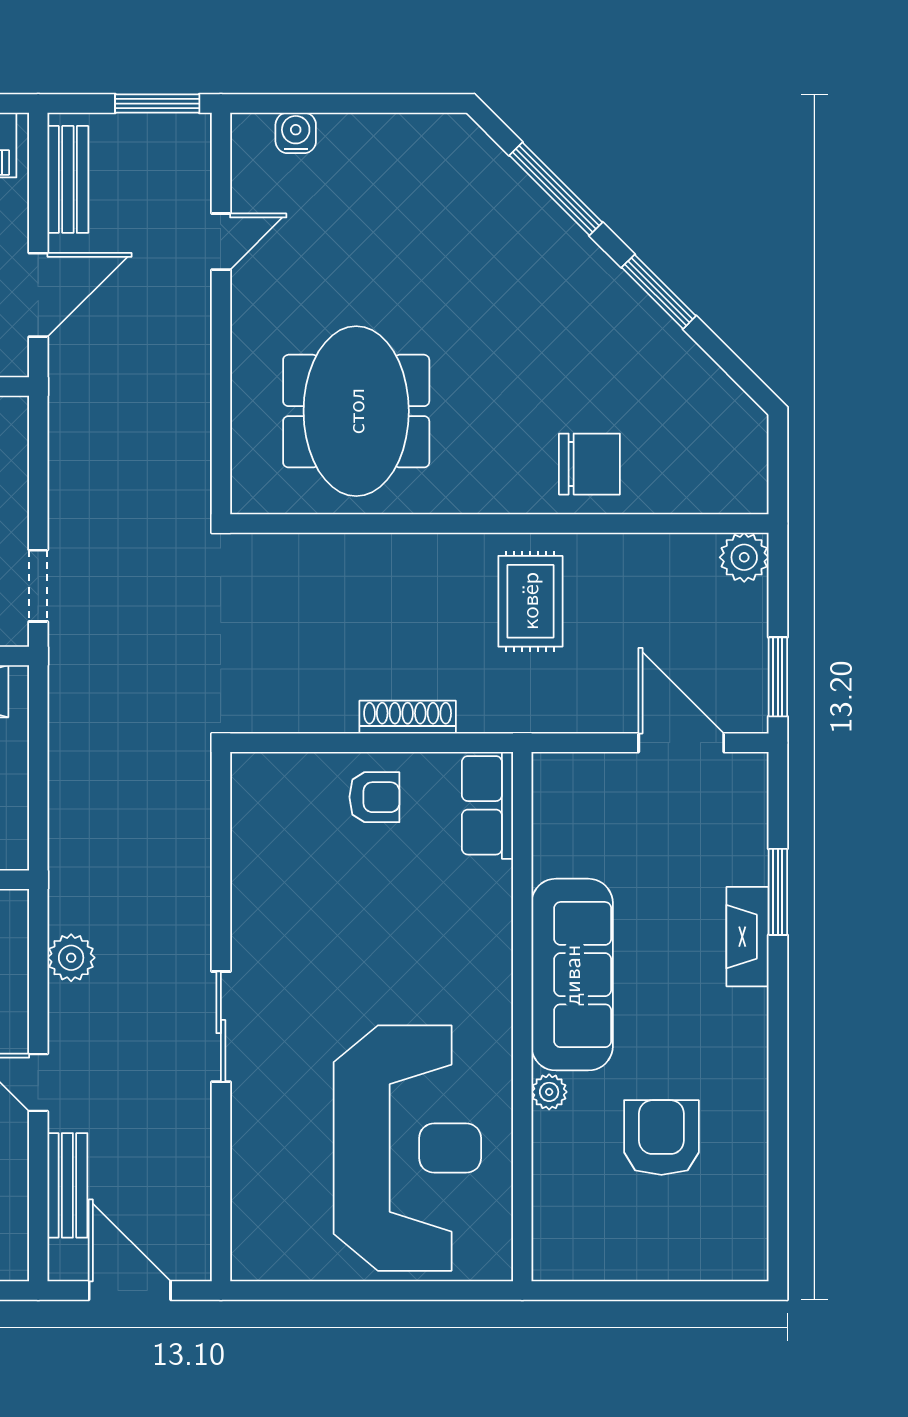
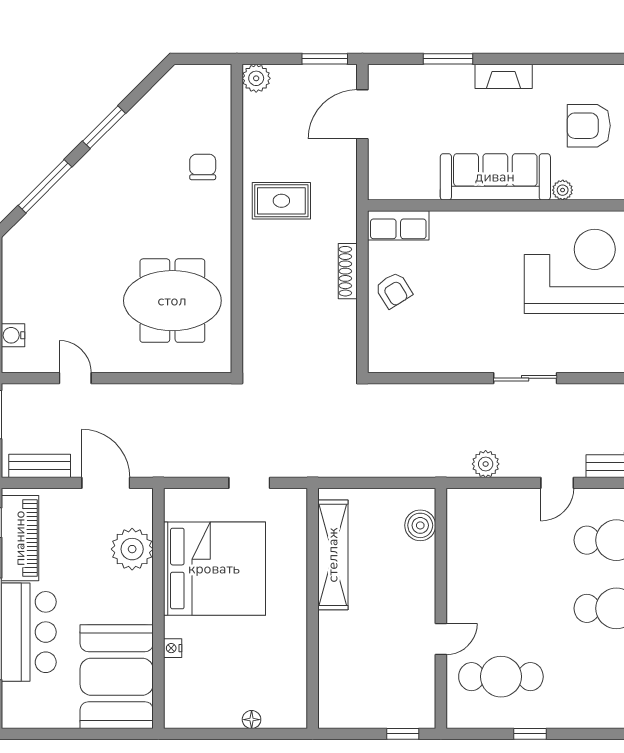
chair: (589, 464) -> (203, 167), width x0.73, depth x0.73
doorway: (38, 586) -> (249, 483), moved
armchair: (374, 797) -> (394, 290), turned 148
fireplace: (748, 937) -> (504, 76), moved

